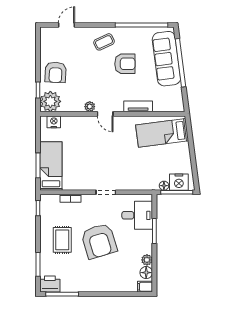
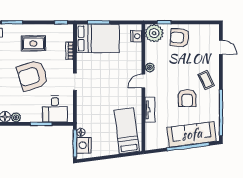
bed: (51, 166) -> (98, 38), width x1.50

